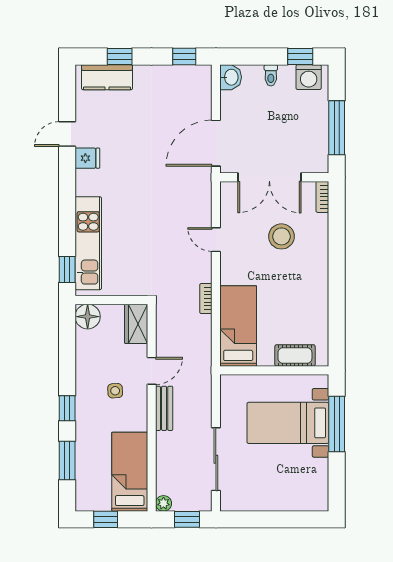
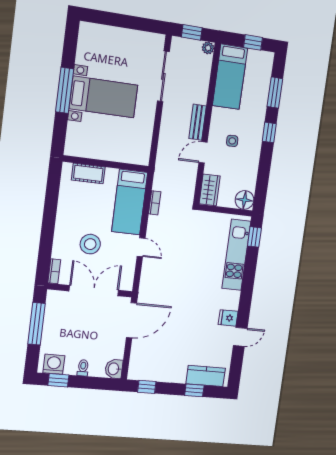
bed: (238, 326) -> (130, 202), moved
cot: (295, 356) -> (88, 173), moved
wall: (274, 370) -> (106, 164), moved

